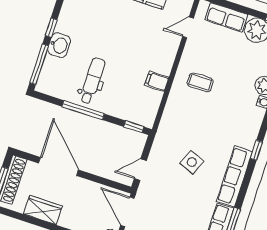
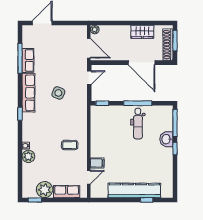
filing cabinet: (157, 81) -> (97, 163), moved

